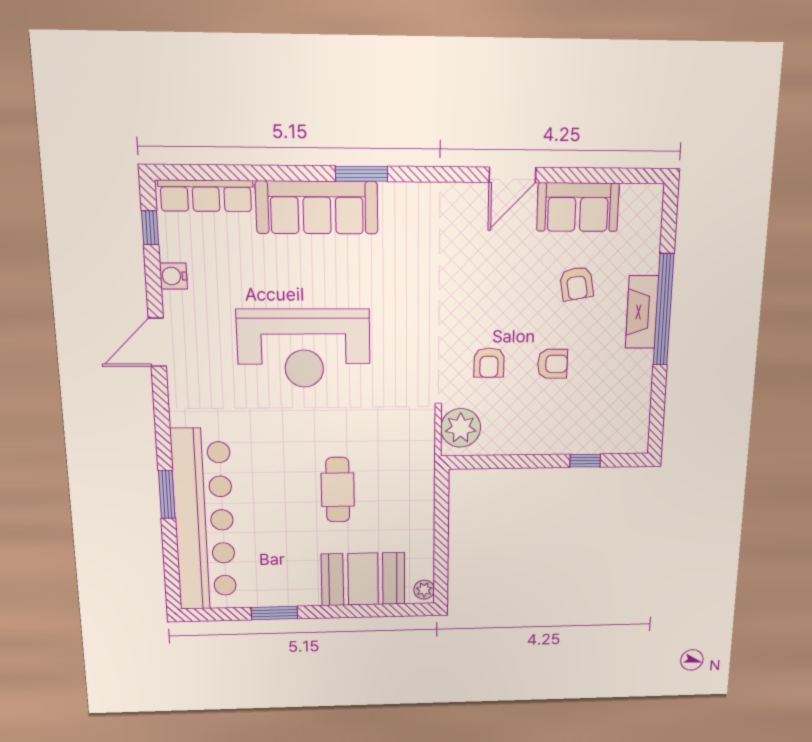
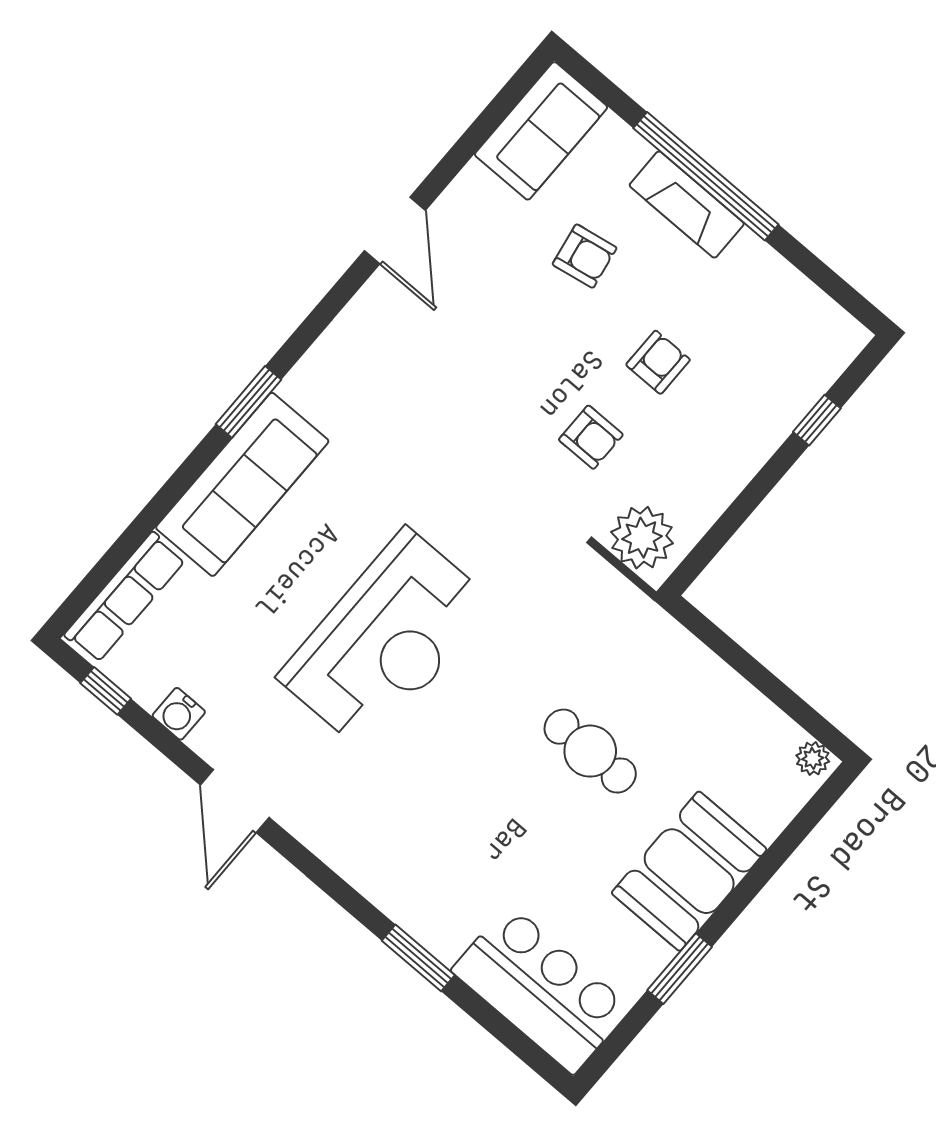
sofa: (578, 207) -> (541, 131), moved
bar counter: (204, 520) -> (541, 989), width x0.54
booth: (363, 579) -> (689, 871), moved

